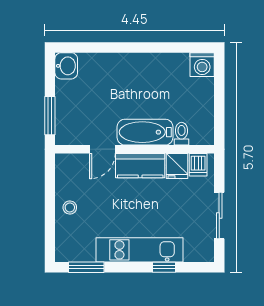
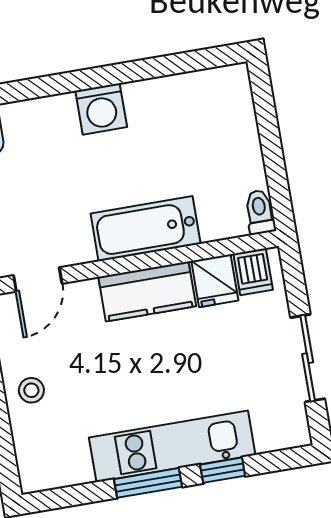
washing machine: (202, 65) -> (101, 109), moved
toilet: (182, 134) -> (260, 212), moved
door: (102, 149) -> (38, 279), moved
window: (86, 267) -> (148, 483), moved

